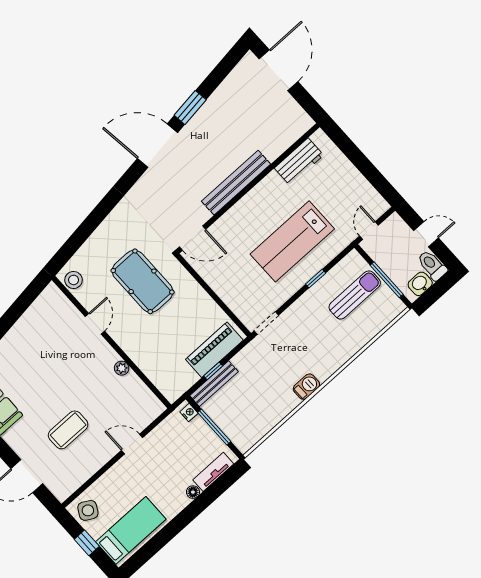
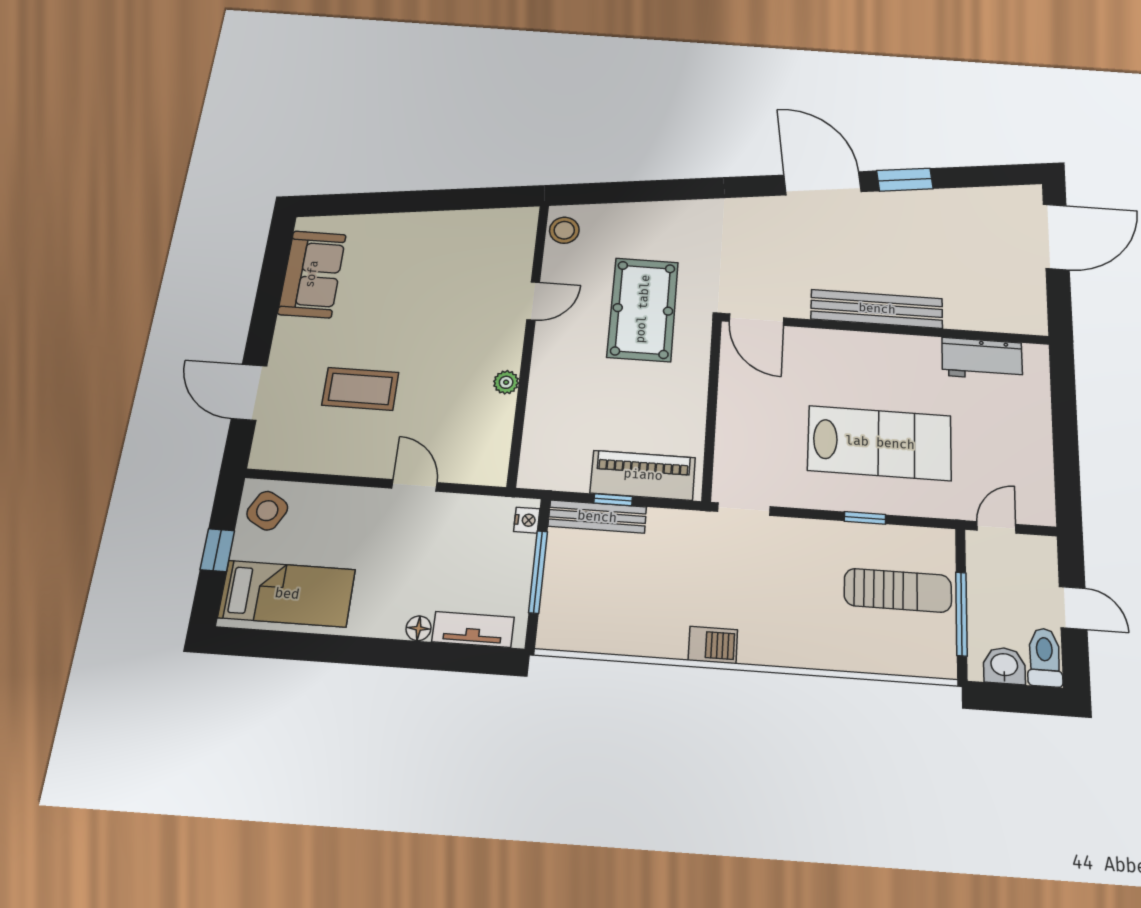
lab bench: (292, 241) -> (880, 443), turned 180

